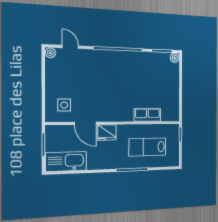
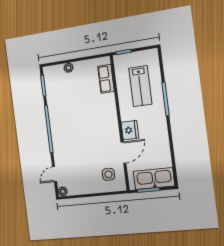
plant: (175, 58) -> (69, 68), moved
row of seats: (147, 115) -> (106, 79), moved
kitchen sink: (66, 161) -> (154, 179), moved, turned 90

